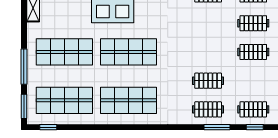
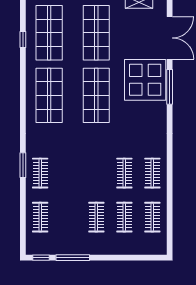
clothes rail: (208, 81) -> (124, 173), moved
window: (48, 127) -> (23, 40), moved
window: (217, 127) -> (23, 165), moved
window: (255, 127) -> (23, 219), removed

